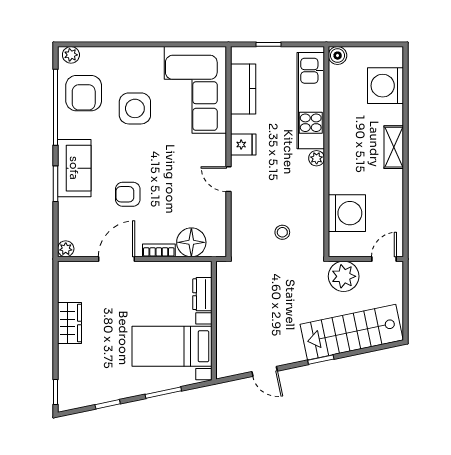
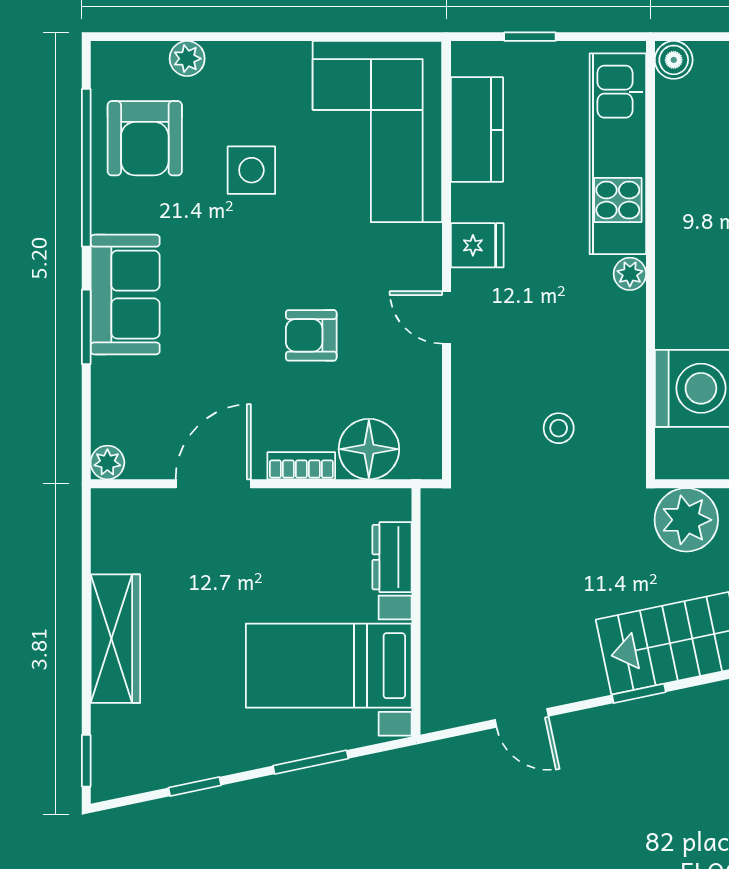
plant: (71, 55) -> (187, 59), moved
side table: (135, 108) -> (251, 170), width x0.73, depth x0.73
armchair: (128, 194) -> (311, 335), moved
wardrobe: (70, 323) -> (115, 639), width x1.50

